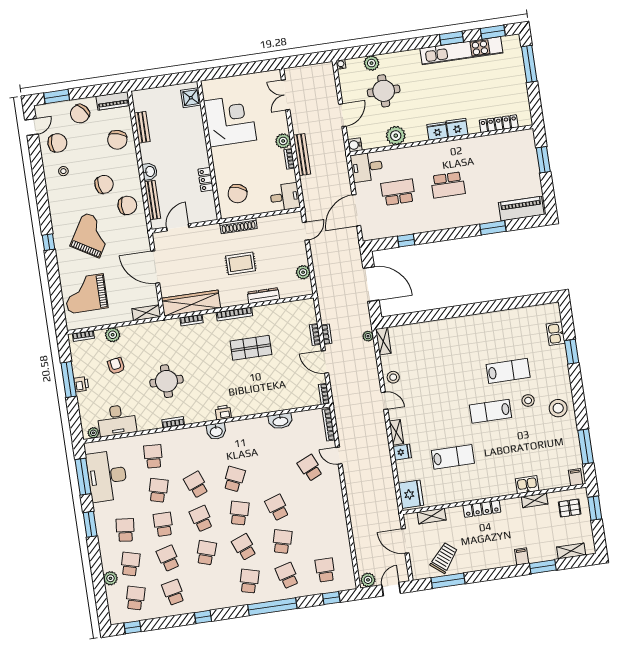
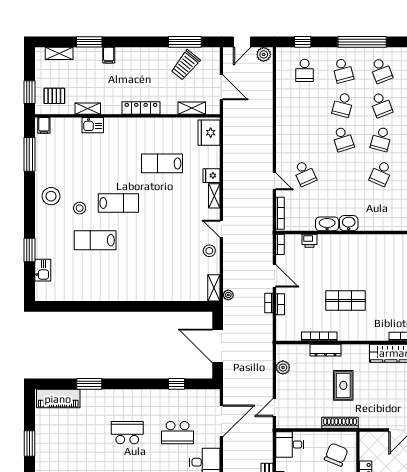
rug: (241, 263) -> (343, 385), turned 90
bookcase: (234, 314) -> (319, 336), moved
printer: (223, 412) -> (309, 241), moved
washbasin: (216, 431) -> (349, 223), moved
school desk: (249, 581) -> (381, 70), turned -36

